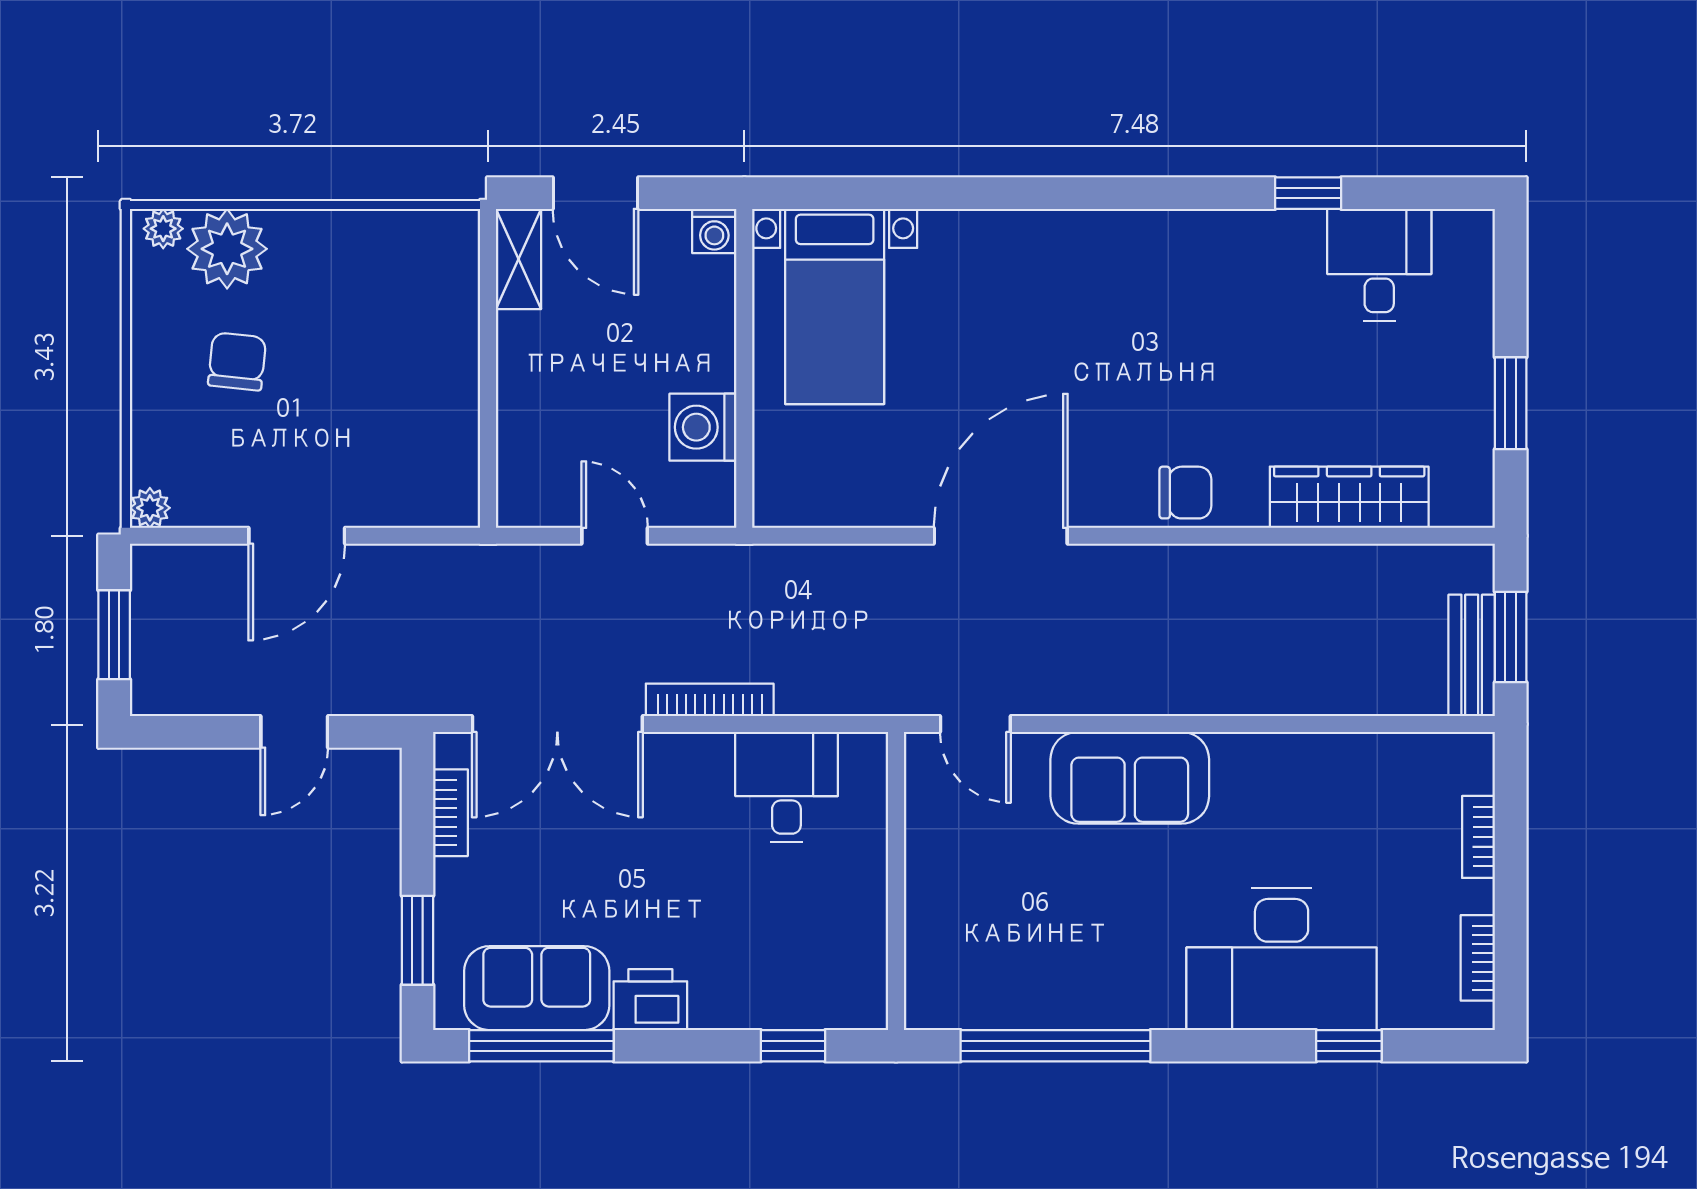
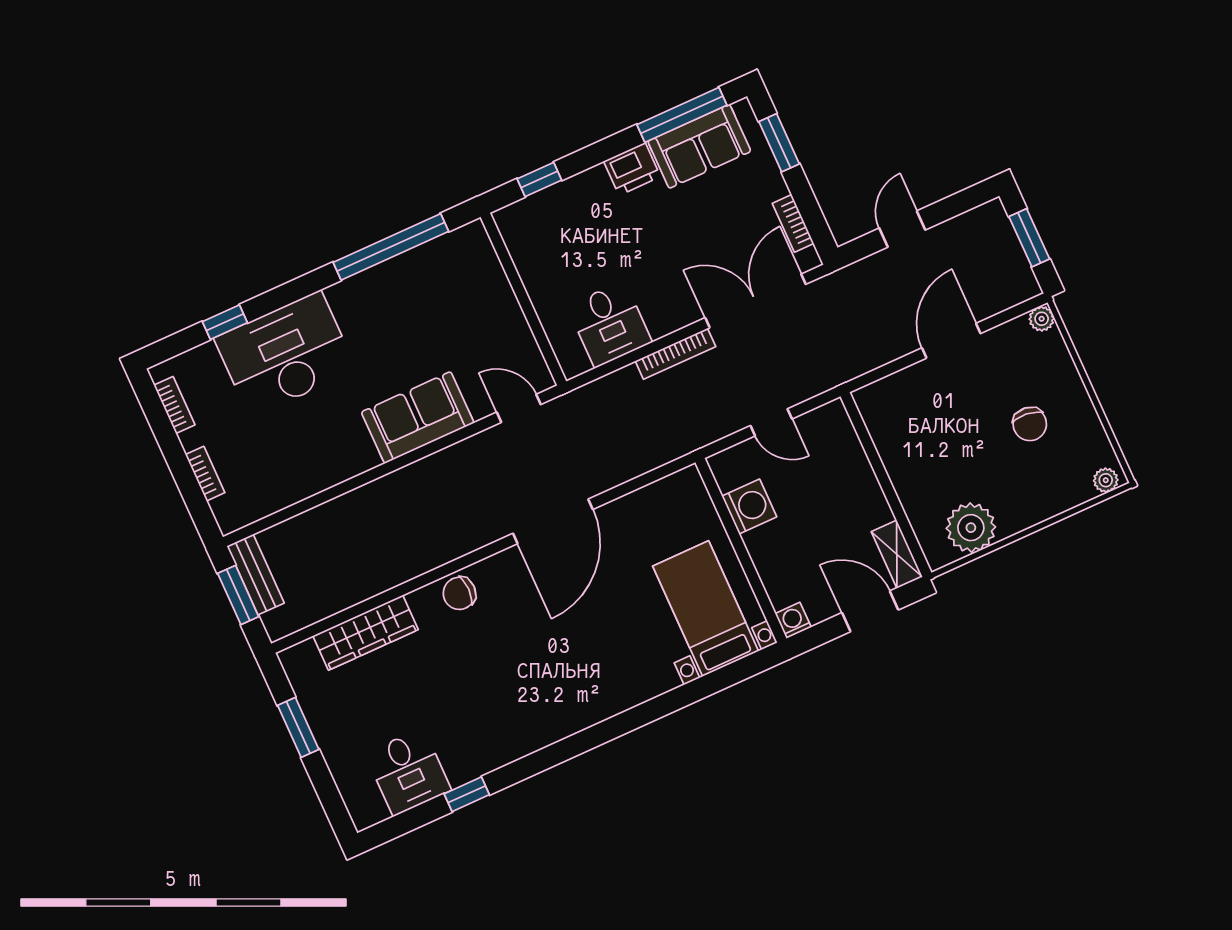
plant: (227, 249) -> (971, 528), moved

